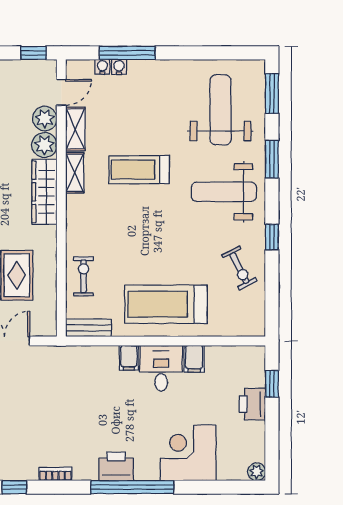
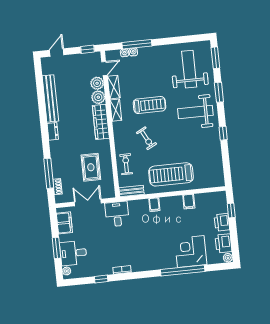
treadmill: (139, 170) -> (150, 105), turned 180
exercise bike: (239, 268) -> (146, 138), moved
desk: (161, 368) -> (117, 214), moved
printer: (116, 466) -> (224, 243), moved, turned -90
window: (132, 487) -> (183, 271), moved

